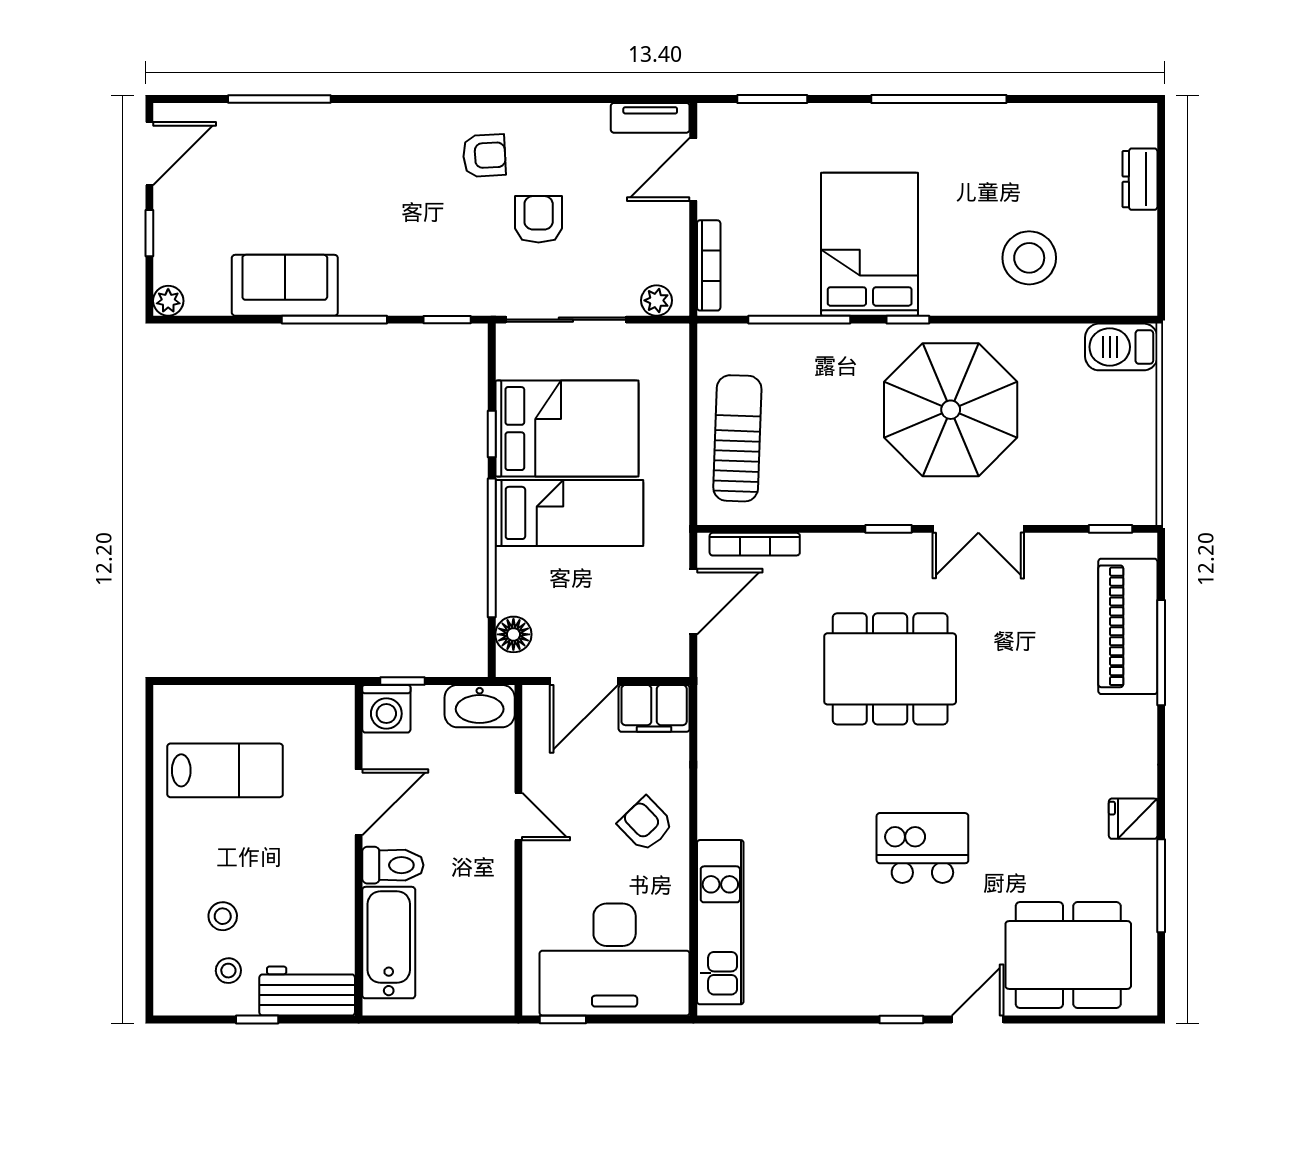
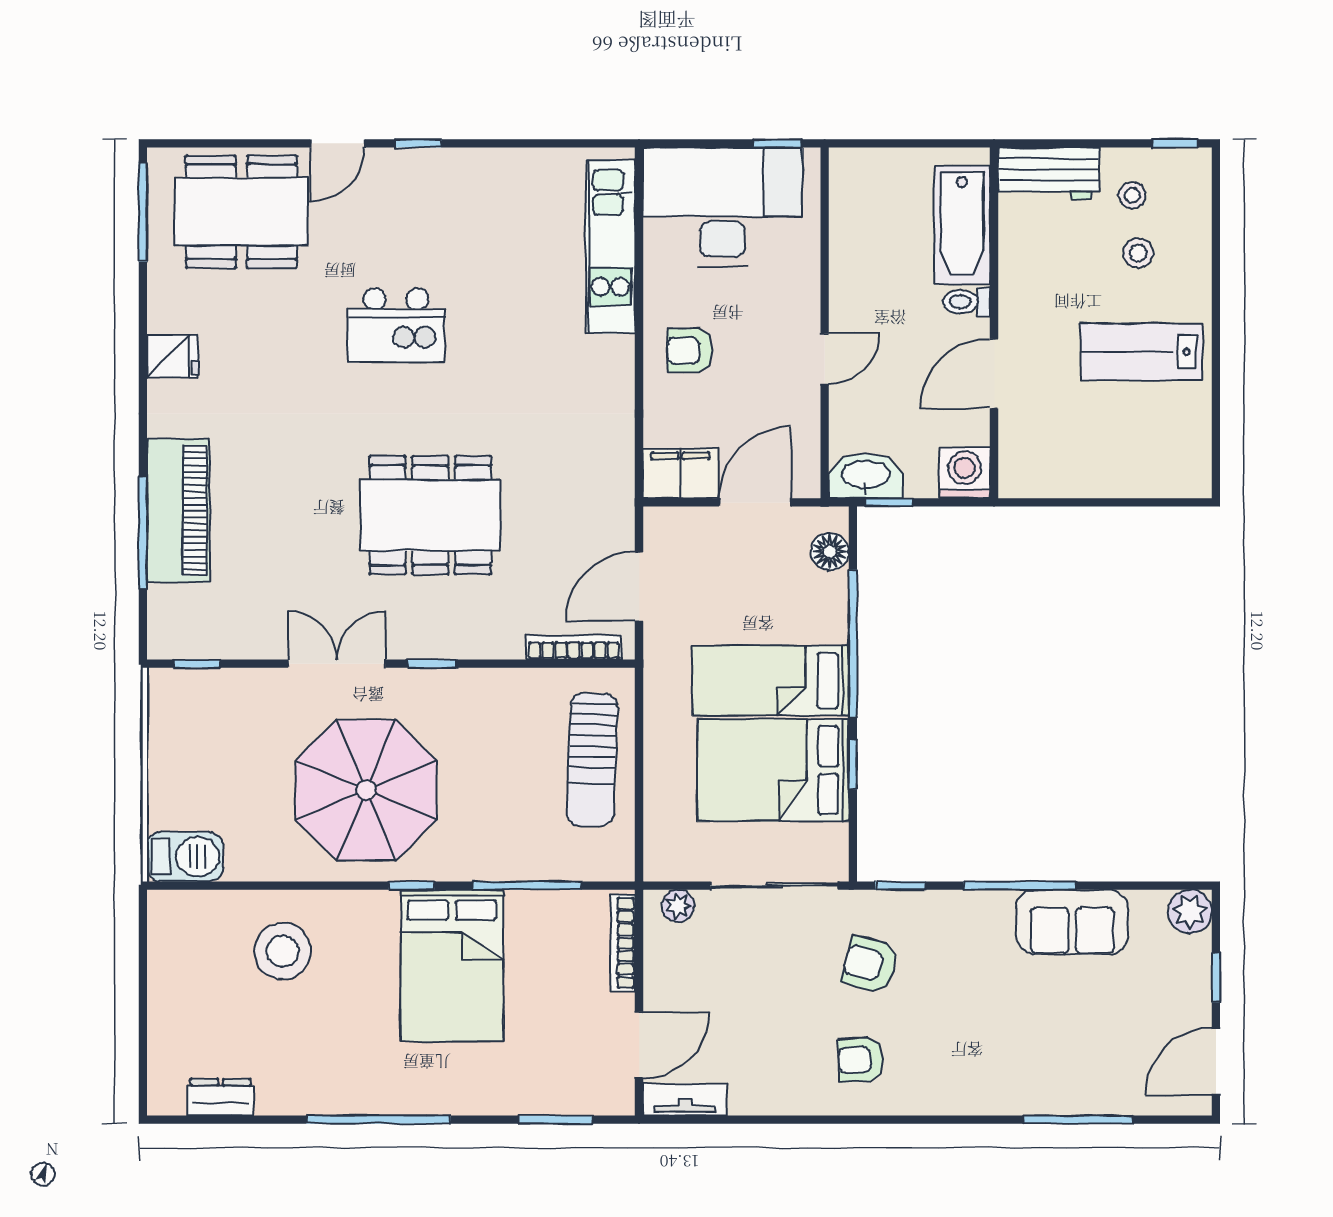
dresser: (1140, 179) -> (221, 1097), moved, turned -90
armchair: (539, 219) -> (870, 965), moved, turned 105
plant: (168, 301) -> (1190, 912), width x1.38, depth x1.38
piano: (1128, 626) -> (178, 511), moved
window: (402, 681) -> (889, 502), moved
lab bench: (225, 770) -> (1141, 352), moved
door: (518, 816) -> (825, 359), swing flipped
armchair: (646, 824) -> (690, 350), turned 134
toilet: (393, 865) -> (967, 302), width x0.73, depth x0.72
window: (1161, 886) -> (143, 212), moved
window: (257, 1019) -> (1175, 143), moved

